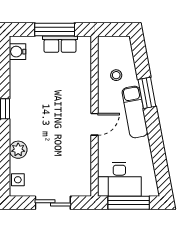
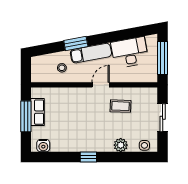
door: (94, 124) -> (101, 85), hinge flipped
coffee table: (68, 149) -> (120, 106), added
desk: (119, 179) -> (130, 52), moved, turned -101

